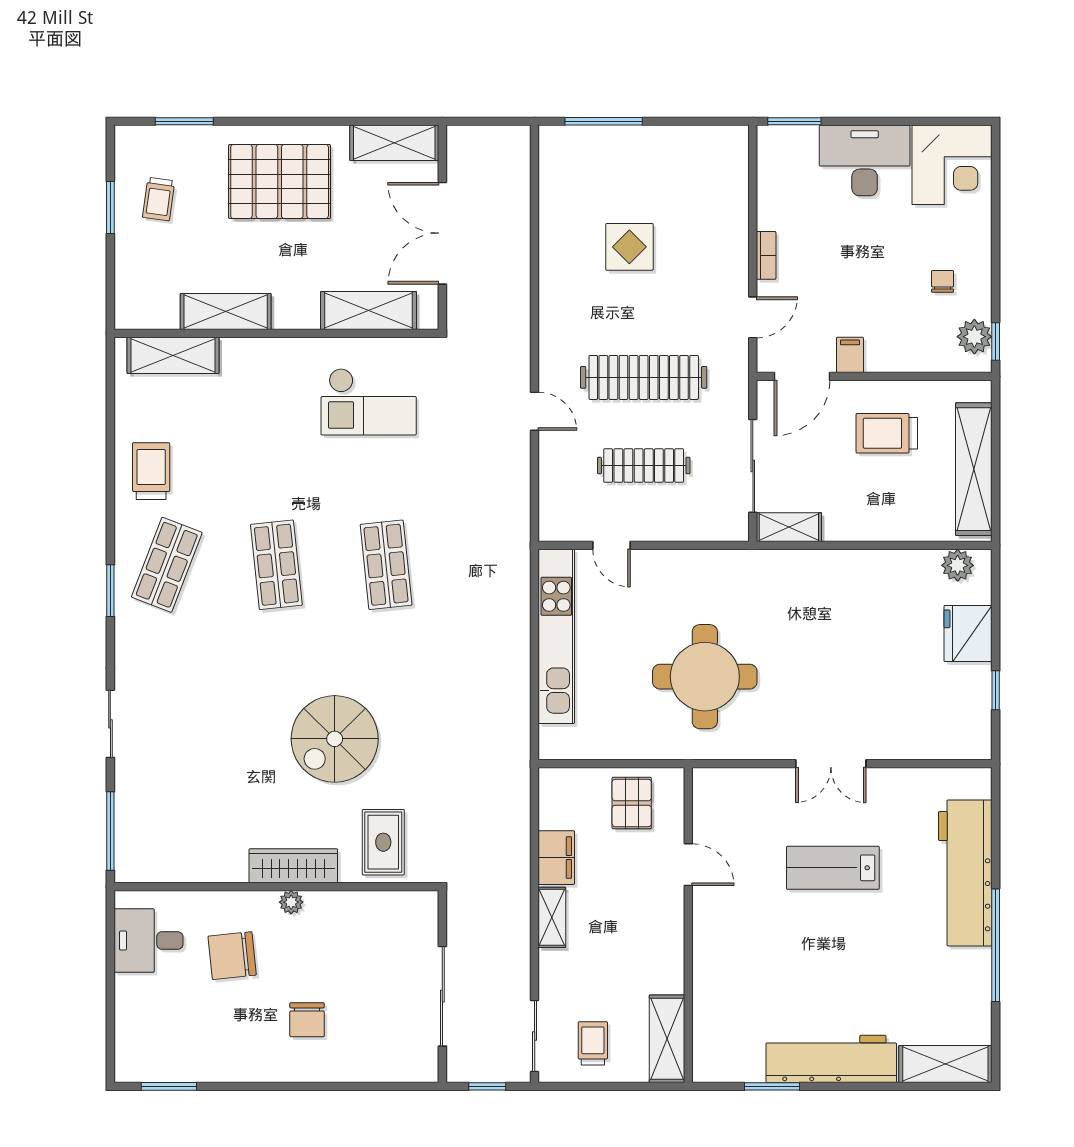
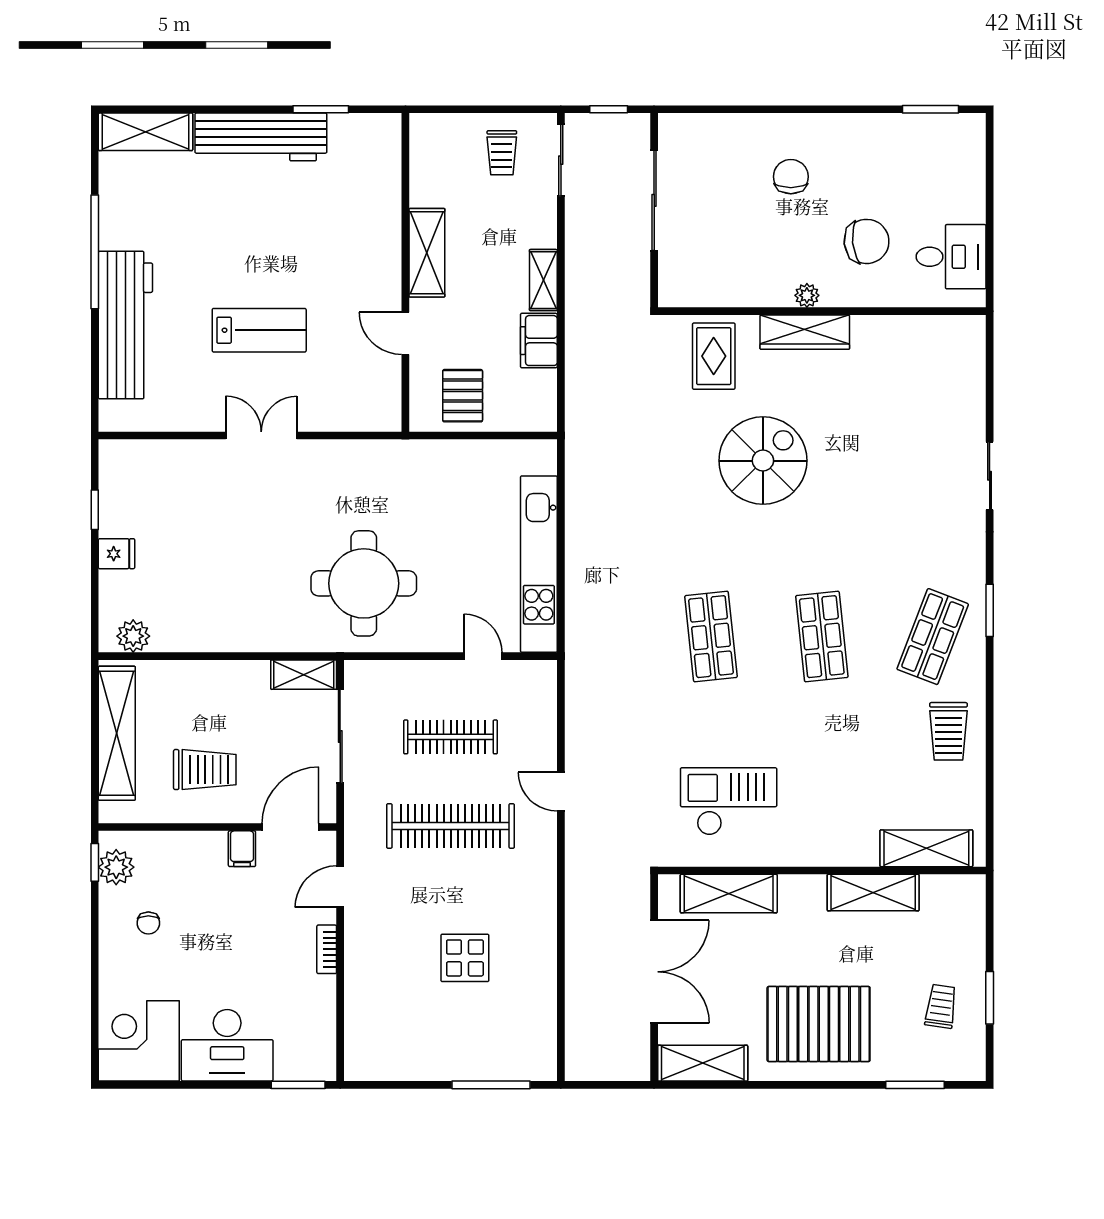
fridge: (968, 633) -> (117, 554), width x0.53, depth x0.75
round table: (705, 677) -> (364, 583), moved
window: (110, 831) -> (990, 367), removed
shelving: (667, 1039) -> (427, 253), moved

